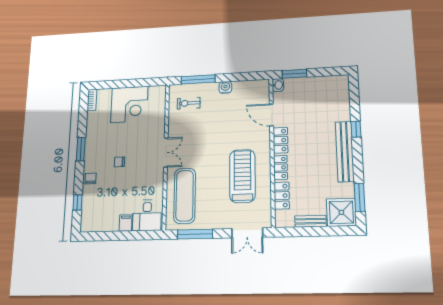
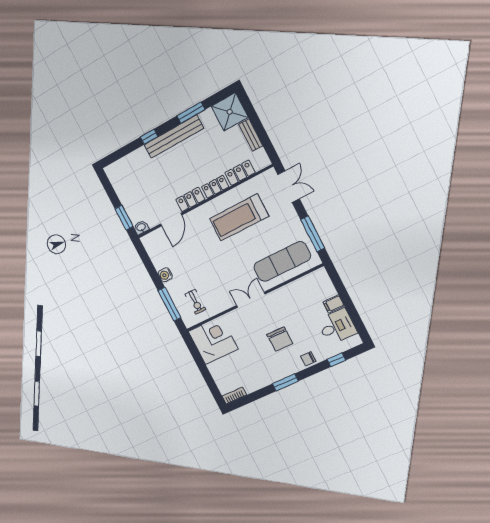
corner desk: (129, 104) -> (213, 340), moved
chair: (119, 162) -> (280, 339), width x1.87, depth x1.87
window: (360, 197) -> (191, 113), moved
desk: (147, 215) -> (337, 327), moved

